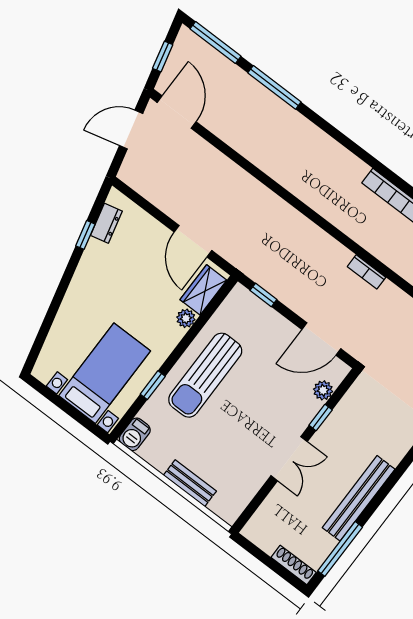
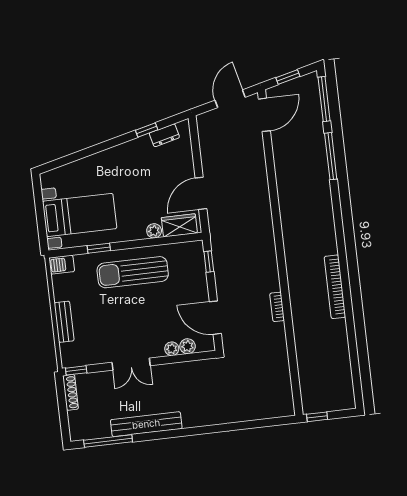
door: (131, 129) -> (230, 99), hinge flipped
plant: (311, 407) -> (172, 349), added
window: (321, 417) -> (76, 370), moved
shoe rack: (294, 565) -> (71, 392), moved

